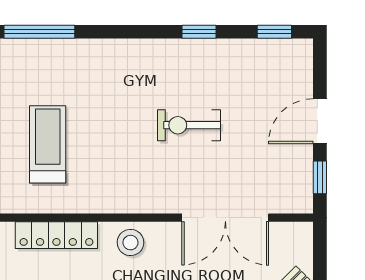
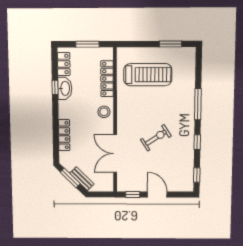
window: (39, 32) -> (198, 104), moved
exercise bike: (189, 125) -> (156, 138), turned 57
treadmill: (48, 144) -> (148, 75), width x1.37, depth x1.38

